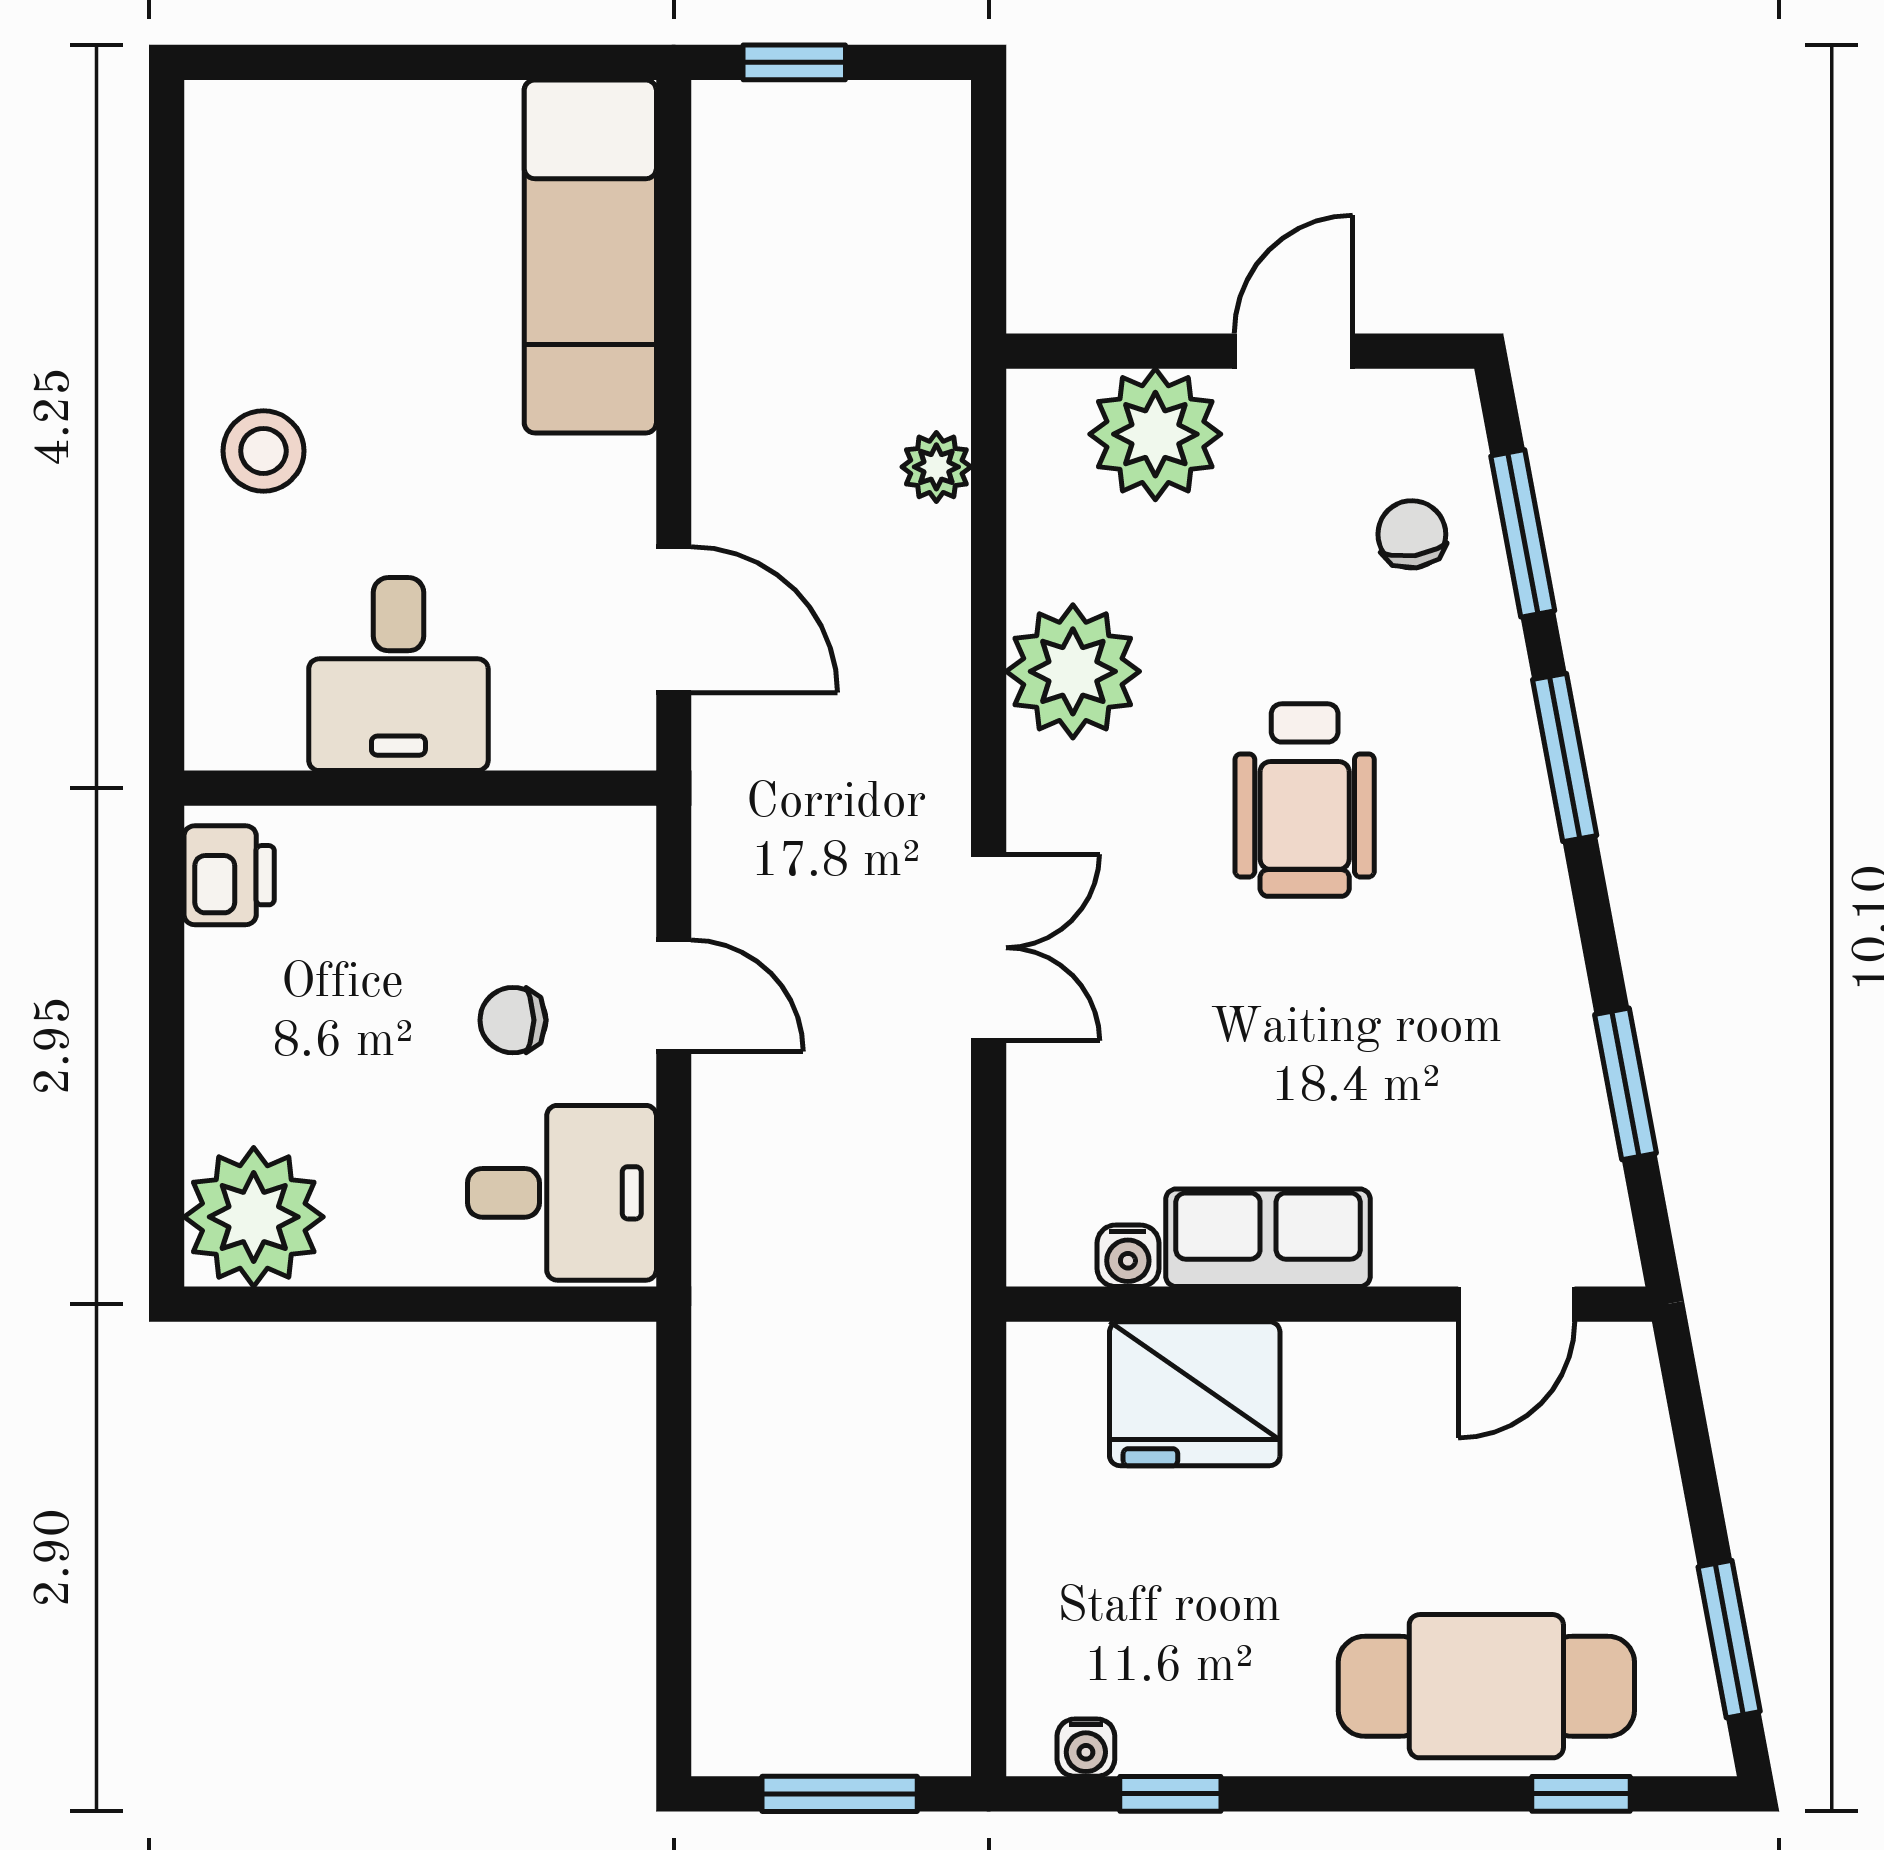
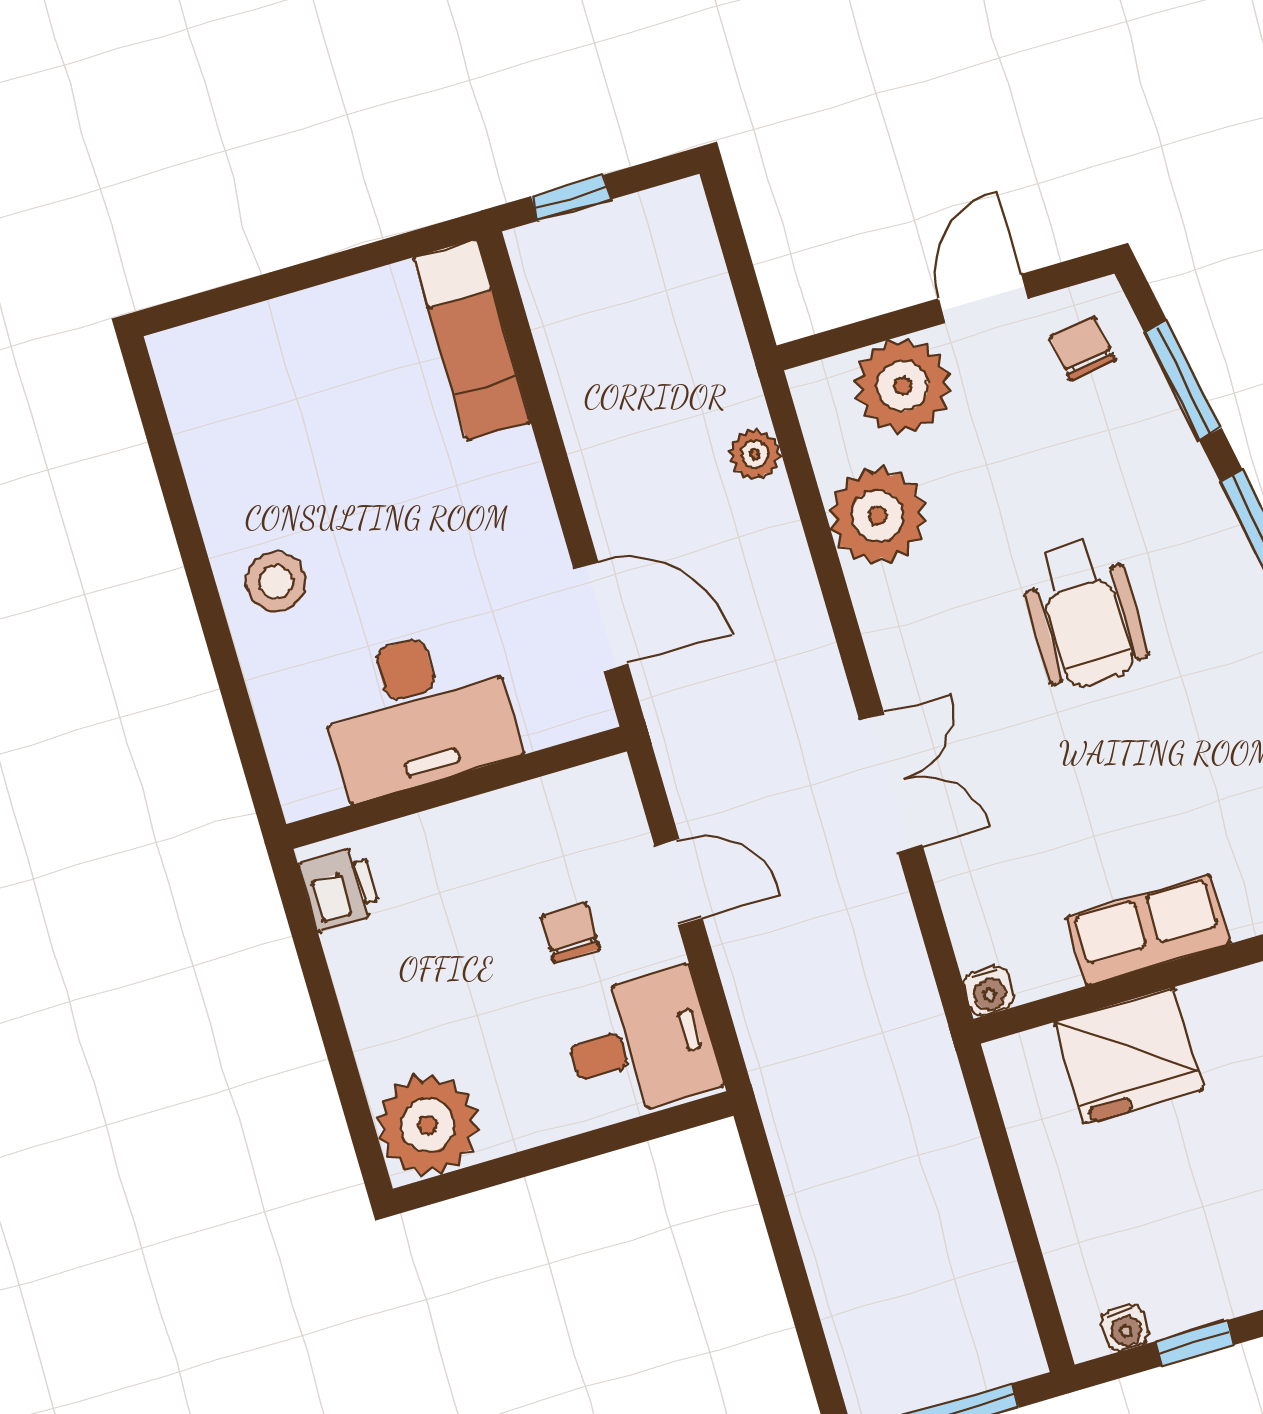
exam couch: (590, 256) -> (472, 340), width x0.73, depth x0.69
chair: (1412, 534) -> (1083, 348), moved
plant: (1073, 671) -> (878, 516), moved
desk: (398, 674) -> (418, 712), width x1.37
chair: (513, 1020) -> (570, 932), turned 90
water cooler: (1128, 1256) -> (989, 991), moved

